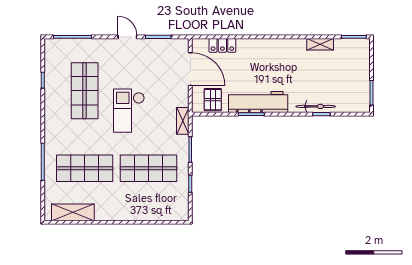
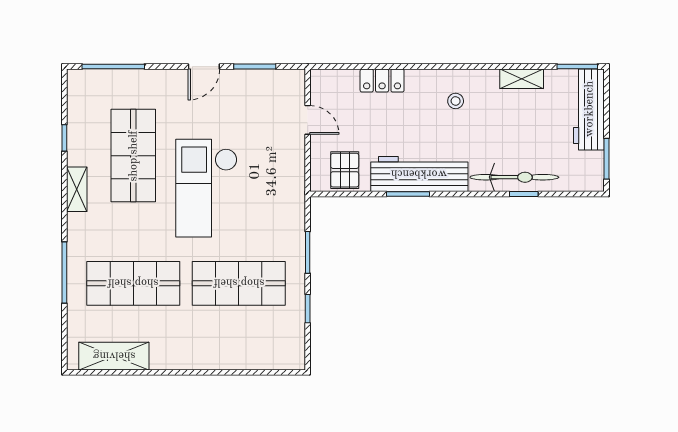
door: (127, 37) -> (204, 67), swing flipped
locker: (222, 45) -> (382, 81), moved
stool: (280, 58) -> (456, 101), added
workbench: (361, 63) -> (589, 109), added
door: (190, 69) -> (308, 120), width x0.53
bicycle: (316, 106) -> (514, 177), width x1.37, depth x1.40
checkout: (129, 111) -> (206, 188), width x1.36, depth x1.21
shelving: (183, 121) -> (77, 189), moved

